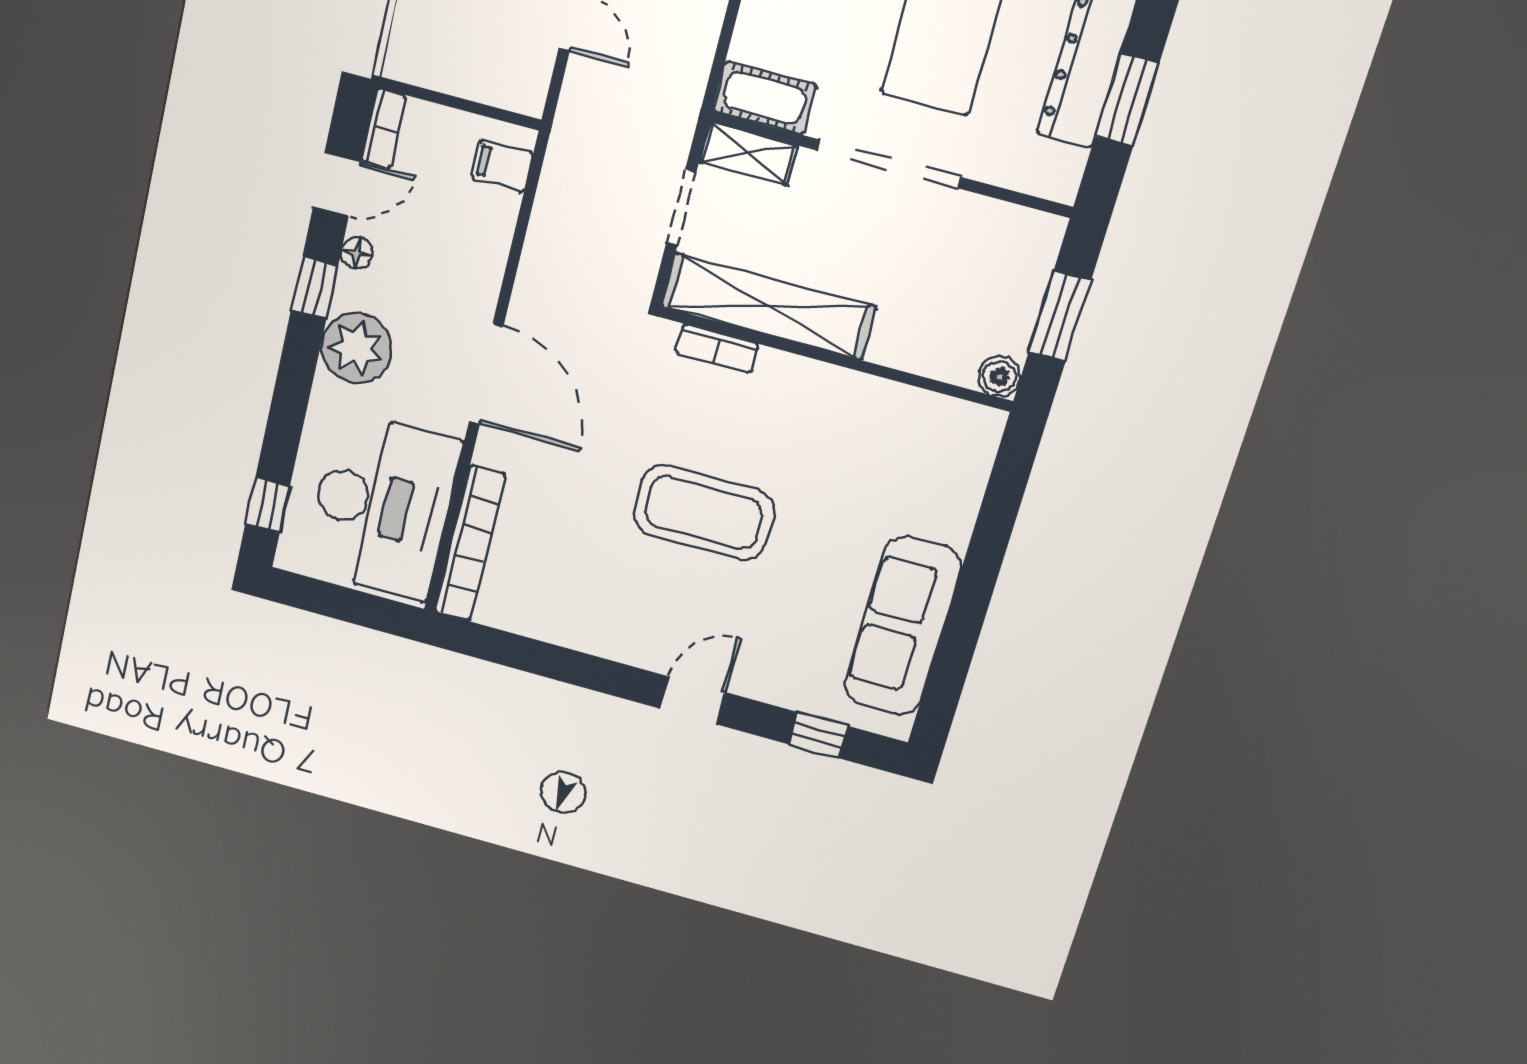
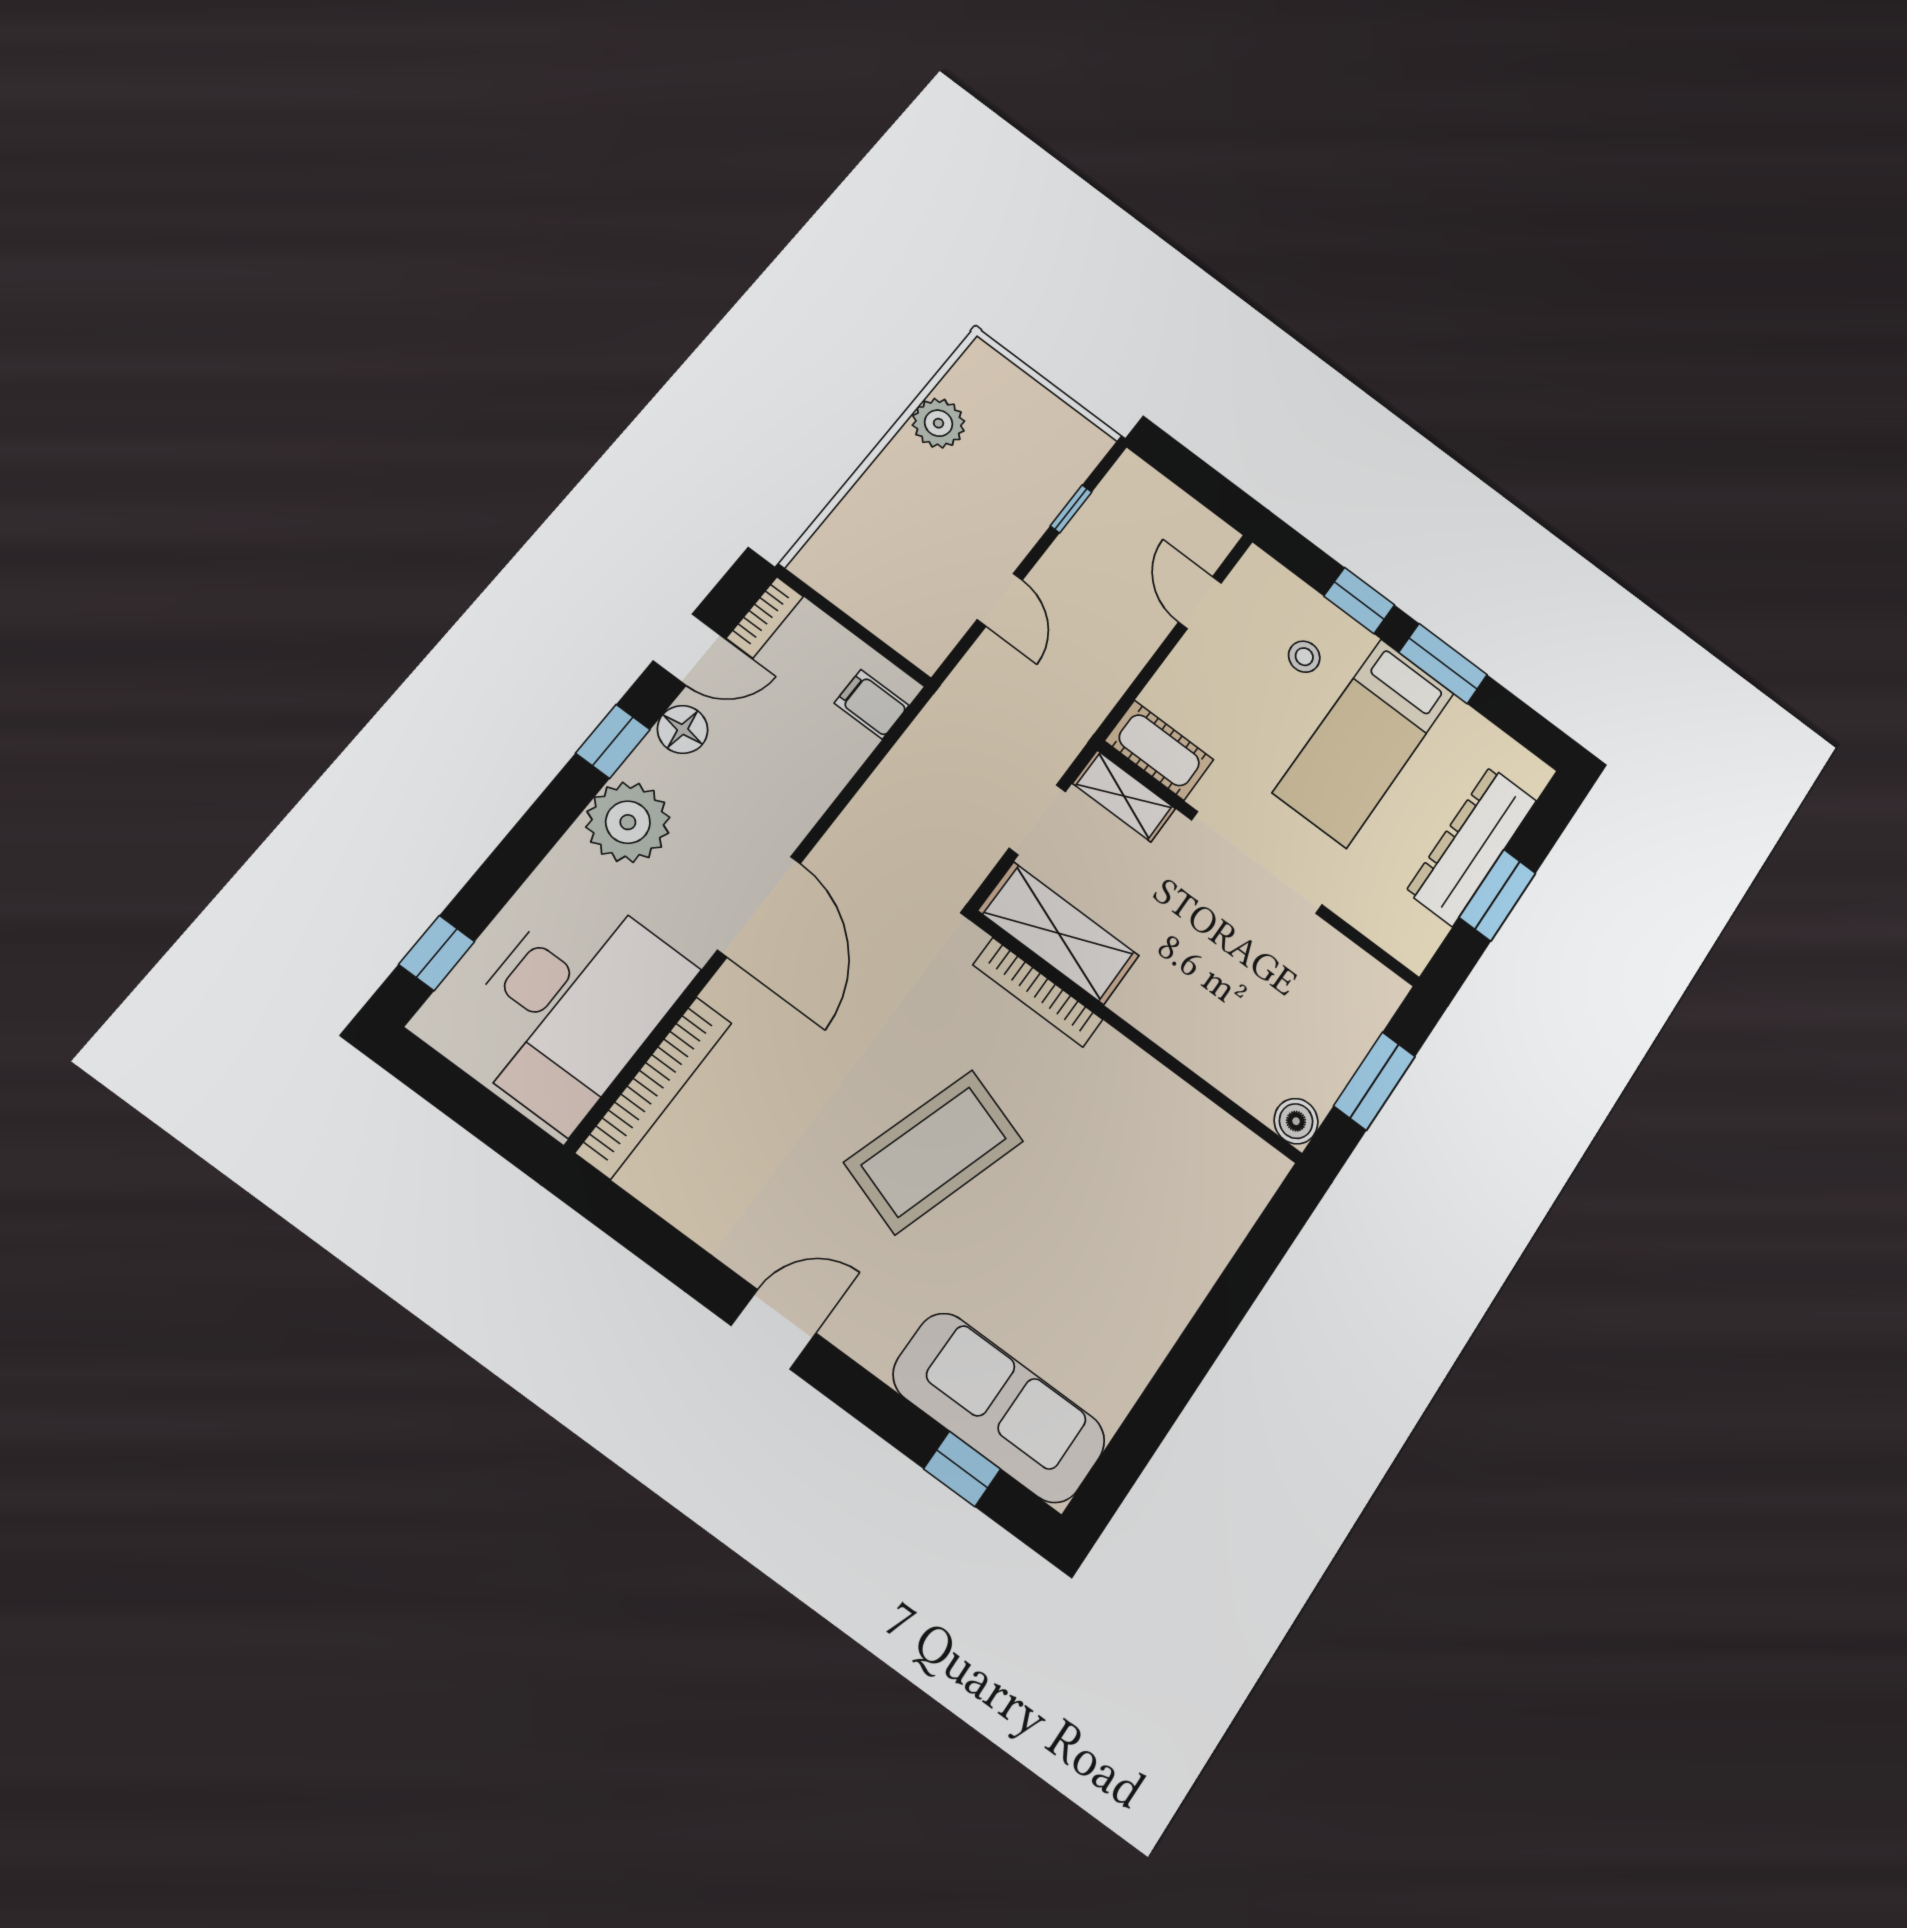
floor lamp: (357, 253) -> (683, 729), width x1.37, depth x1.37
shelving: (769, 306) -> (1059, 933), width x0.68
bookcase: (717, 348) -> (1038, 992), width x1.56
coffee table: (704, 513) -> (934, 1152), turned -72
sofa: (902, 626) -> (999, 1408), moved, turned 90
door: (693, 700) -> (774, 1329), moved

